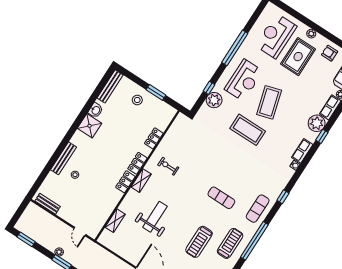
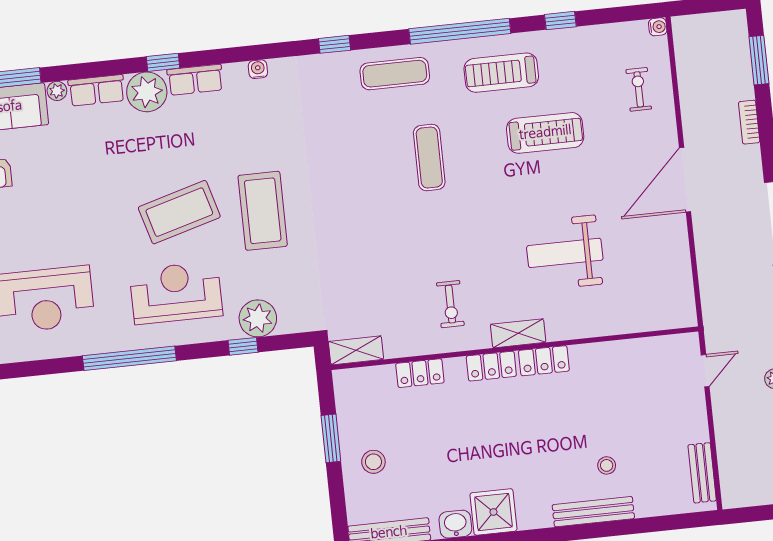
rug: (298, 57) -> (50, 227), removed
row of seats: (302, 151) -> (195, 80), moved
shelving: (115, 221) -> (356, 350), moved

